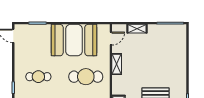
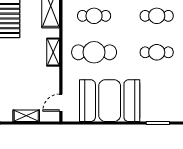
shelving: (117, 64) -> (53, 52), moved

